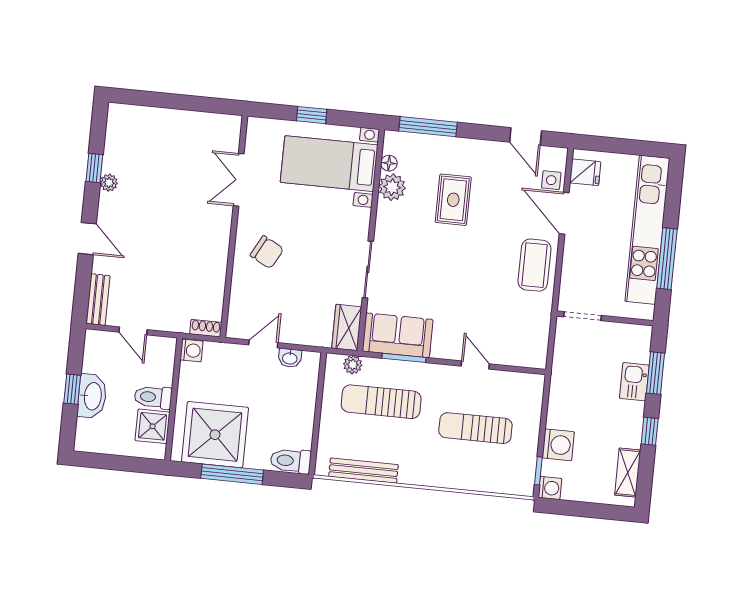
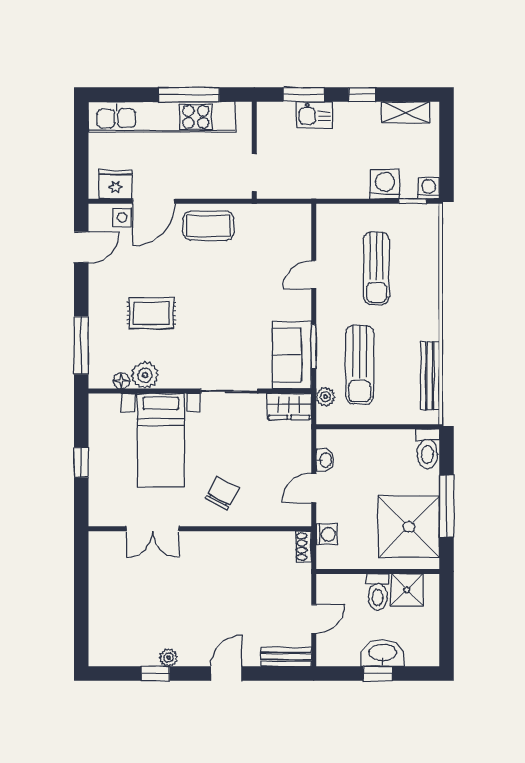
bed with nightstands: (329, 164) -> (161, 440), moved
fridge: (585, 172) -> (116, 184), width x1.38
door: (263, 344) -> (314, 488), hinge flipped
washing machine: (192, 350) -> (327, 534), moved, turned 90

